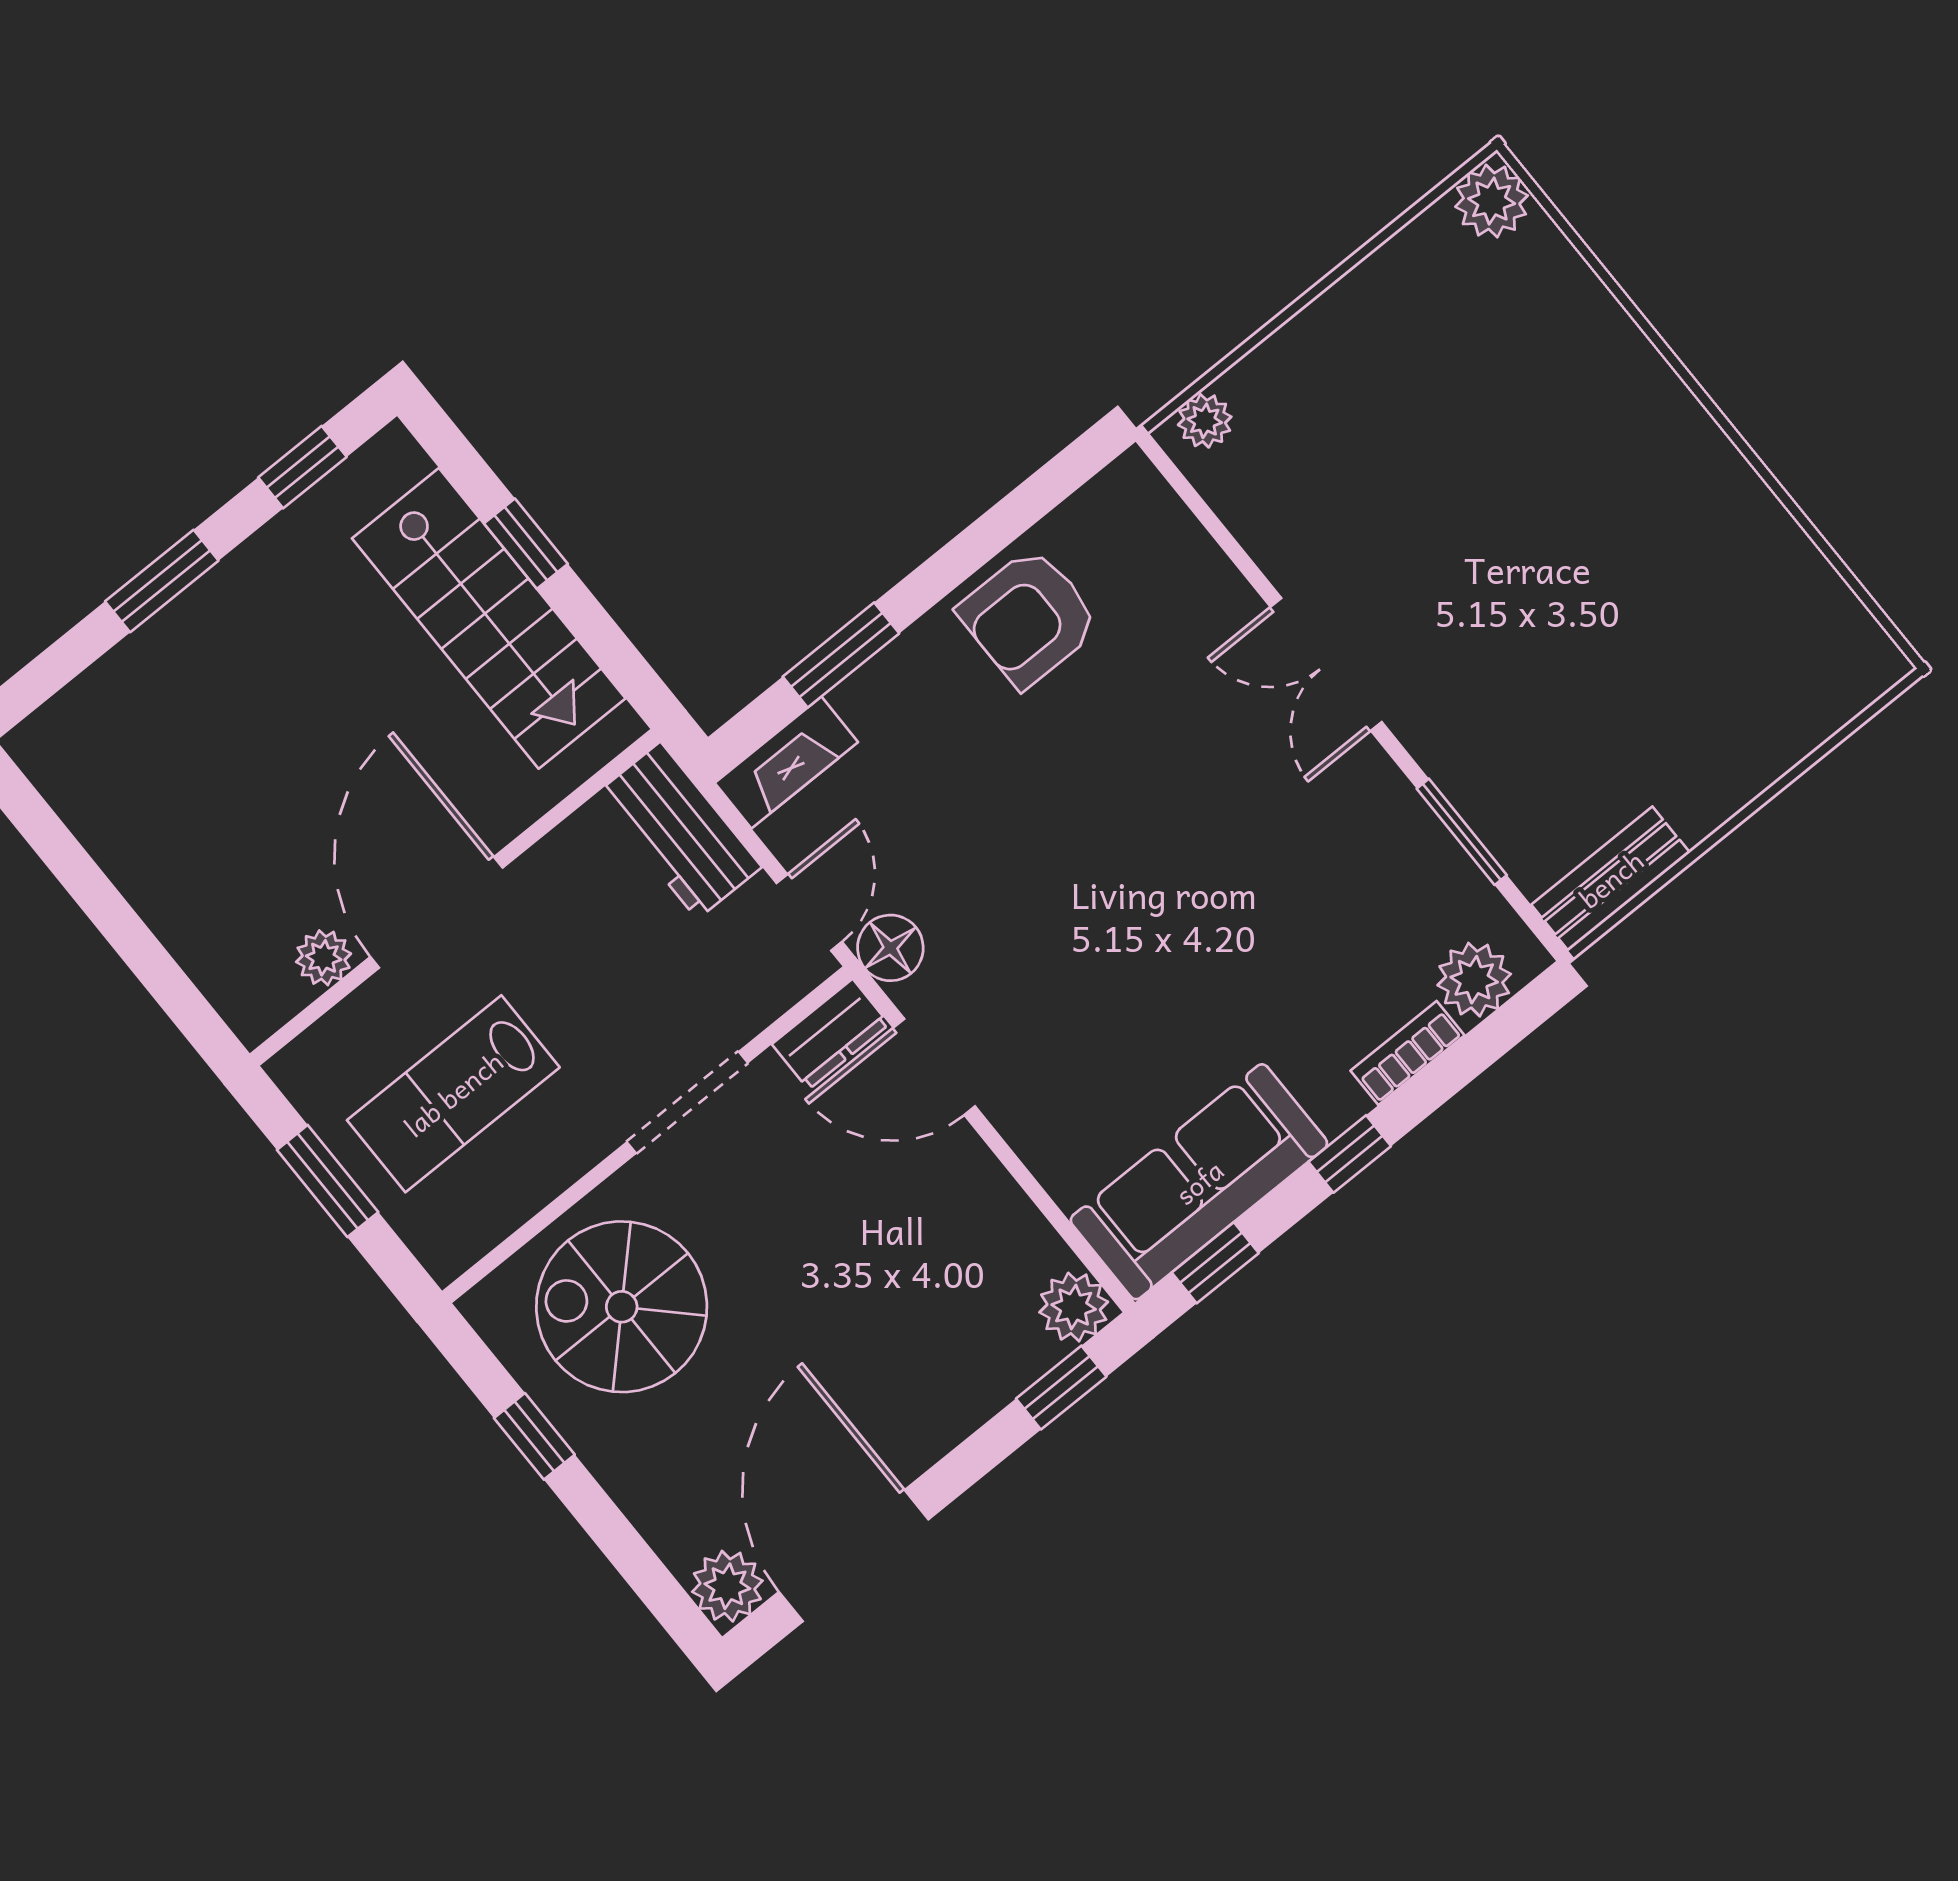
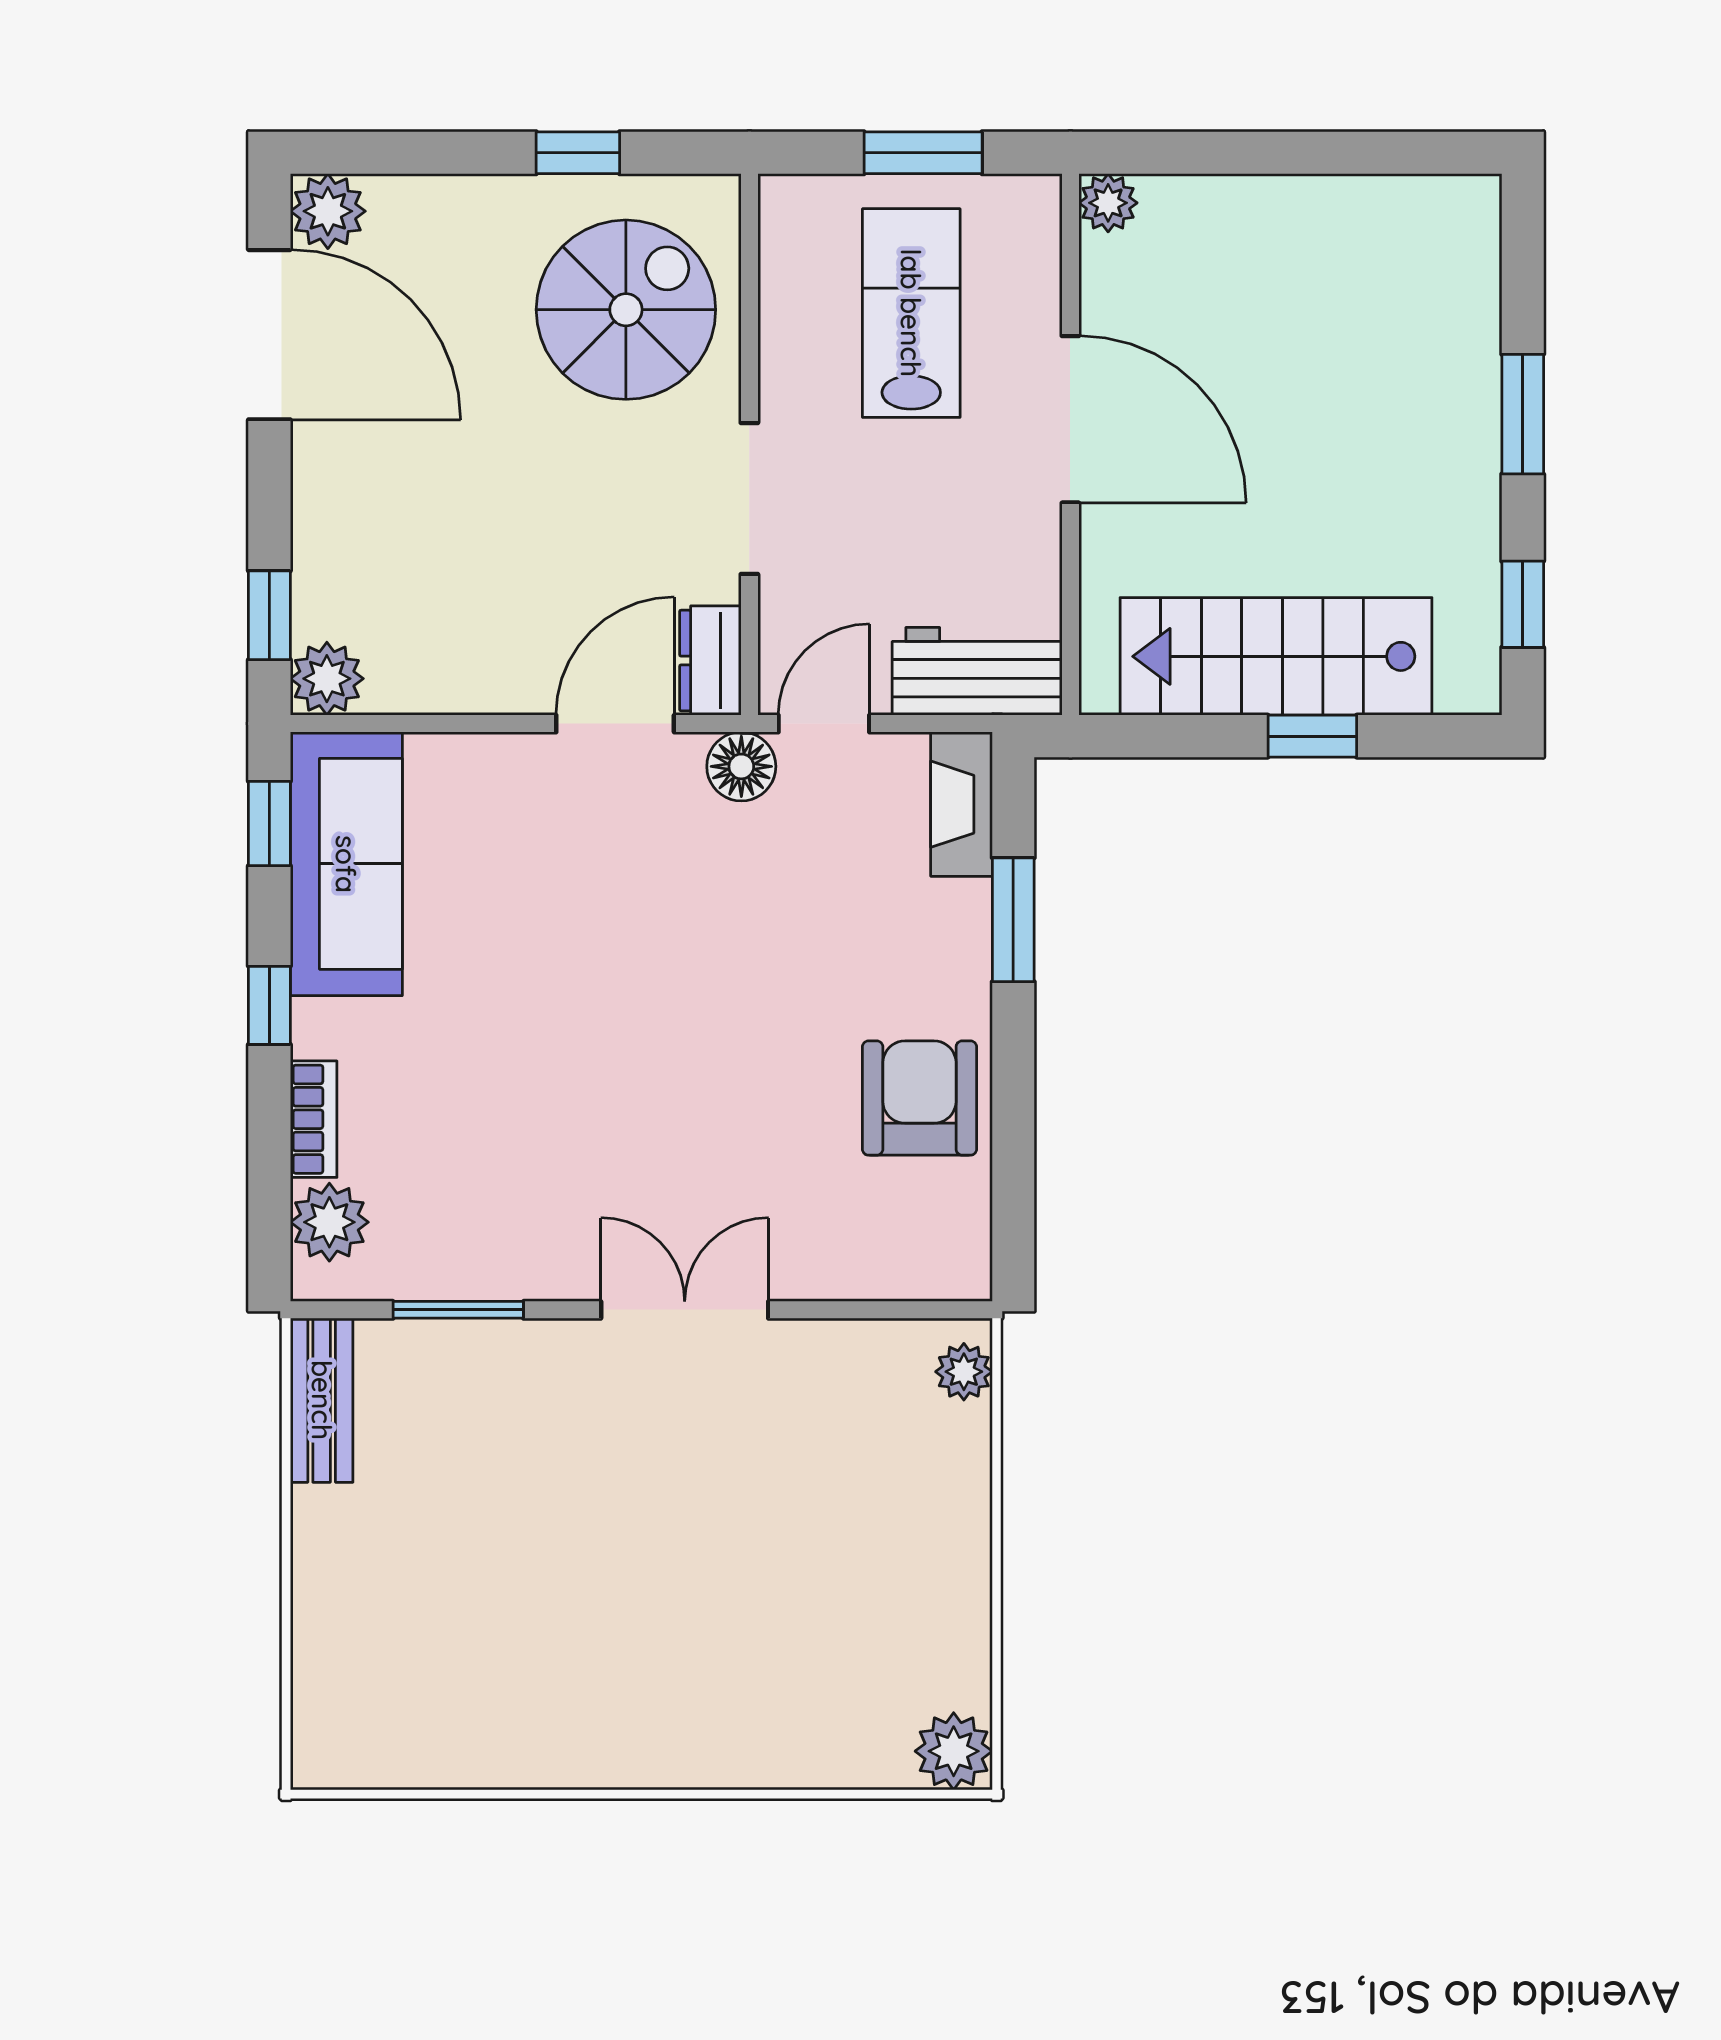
door: (809, 912) -> (824, 724), swing flipped
plant: (324, 958) -> (1108, 203), moved

